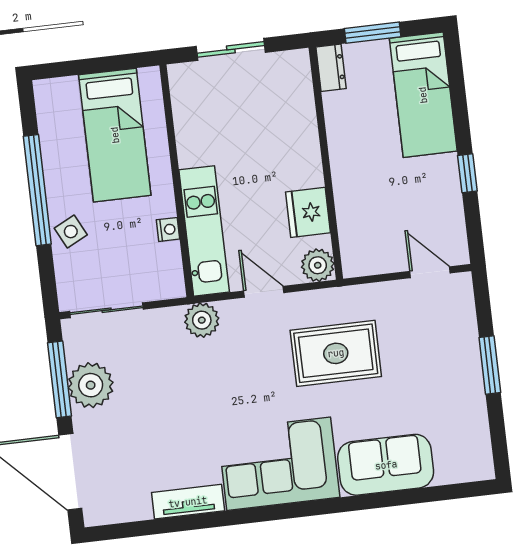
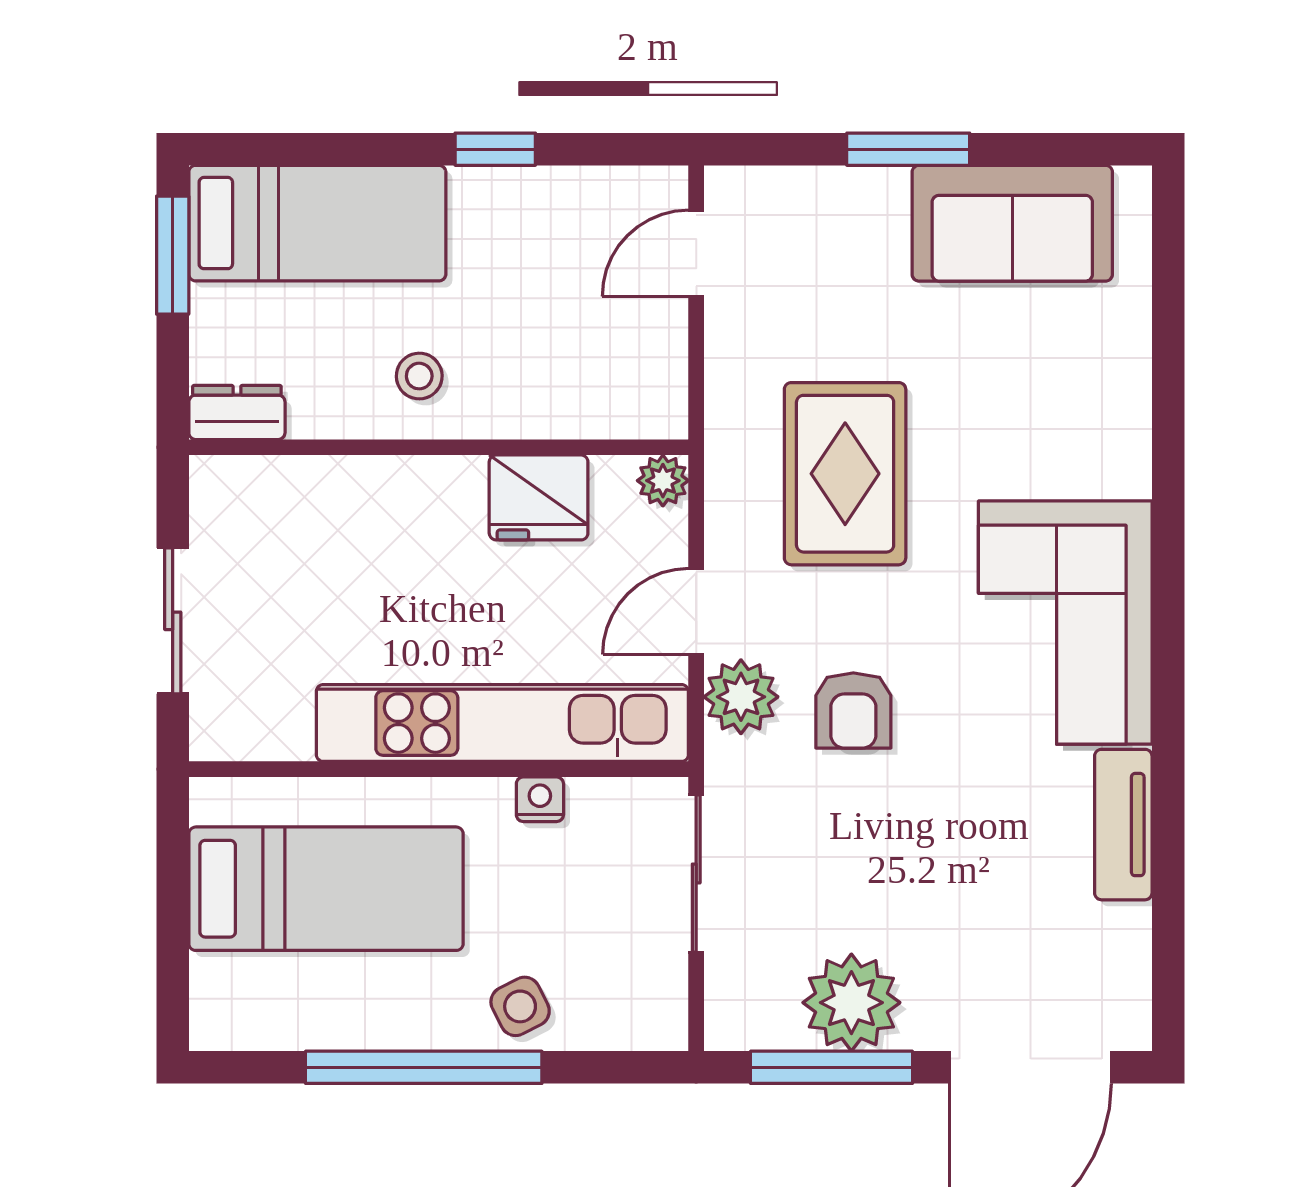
window: (373, 33) -> (173, 255), moved
stool: (358, 150) -> (419, 376), added
kitchen unit: (204, 231) -> (502, 723), width x1.36
plant: (318, 265) -> (663, 481), width x0.73, depth x0.73
sliding door: (107, 310) -> (696, 873), moved
plant: (202, 320) -> (741, 697), moved
armchair: (226, 370) -> (853, 710), added
sofa: (386, 465) -> (1012, 223), moved, turned -90

